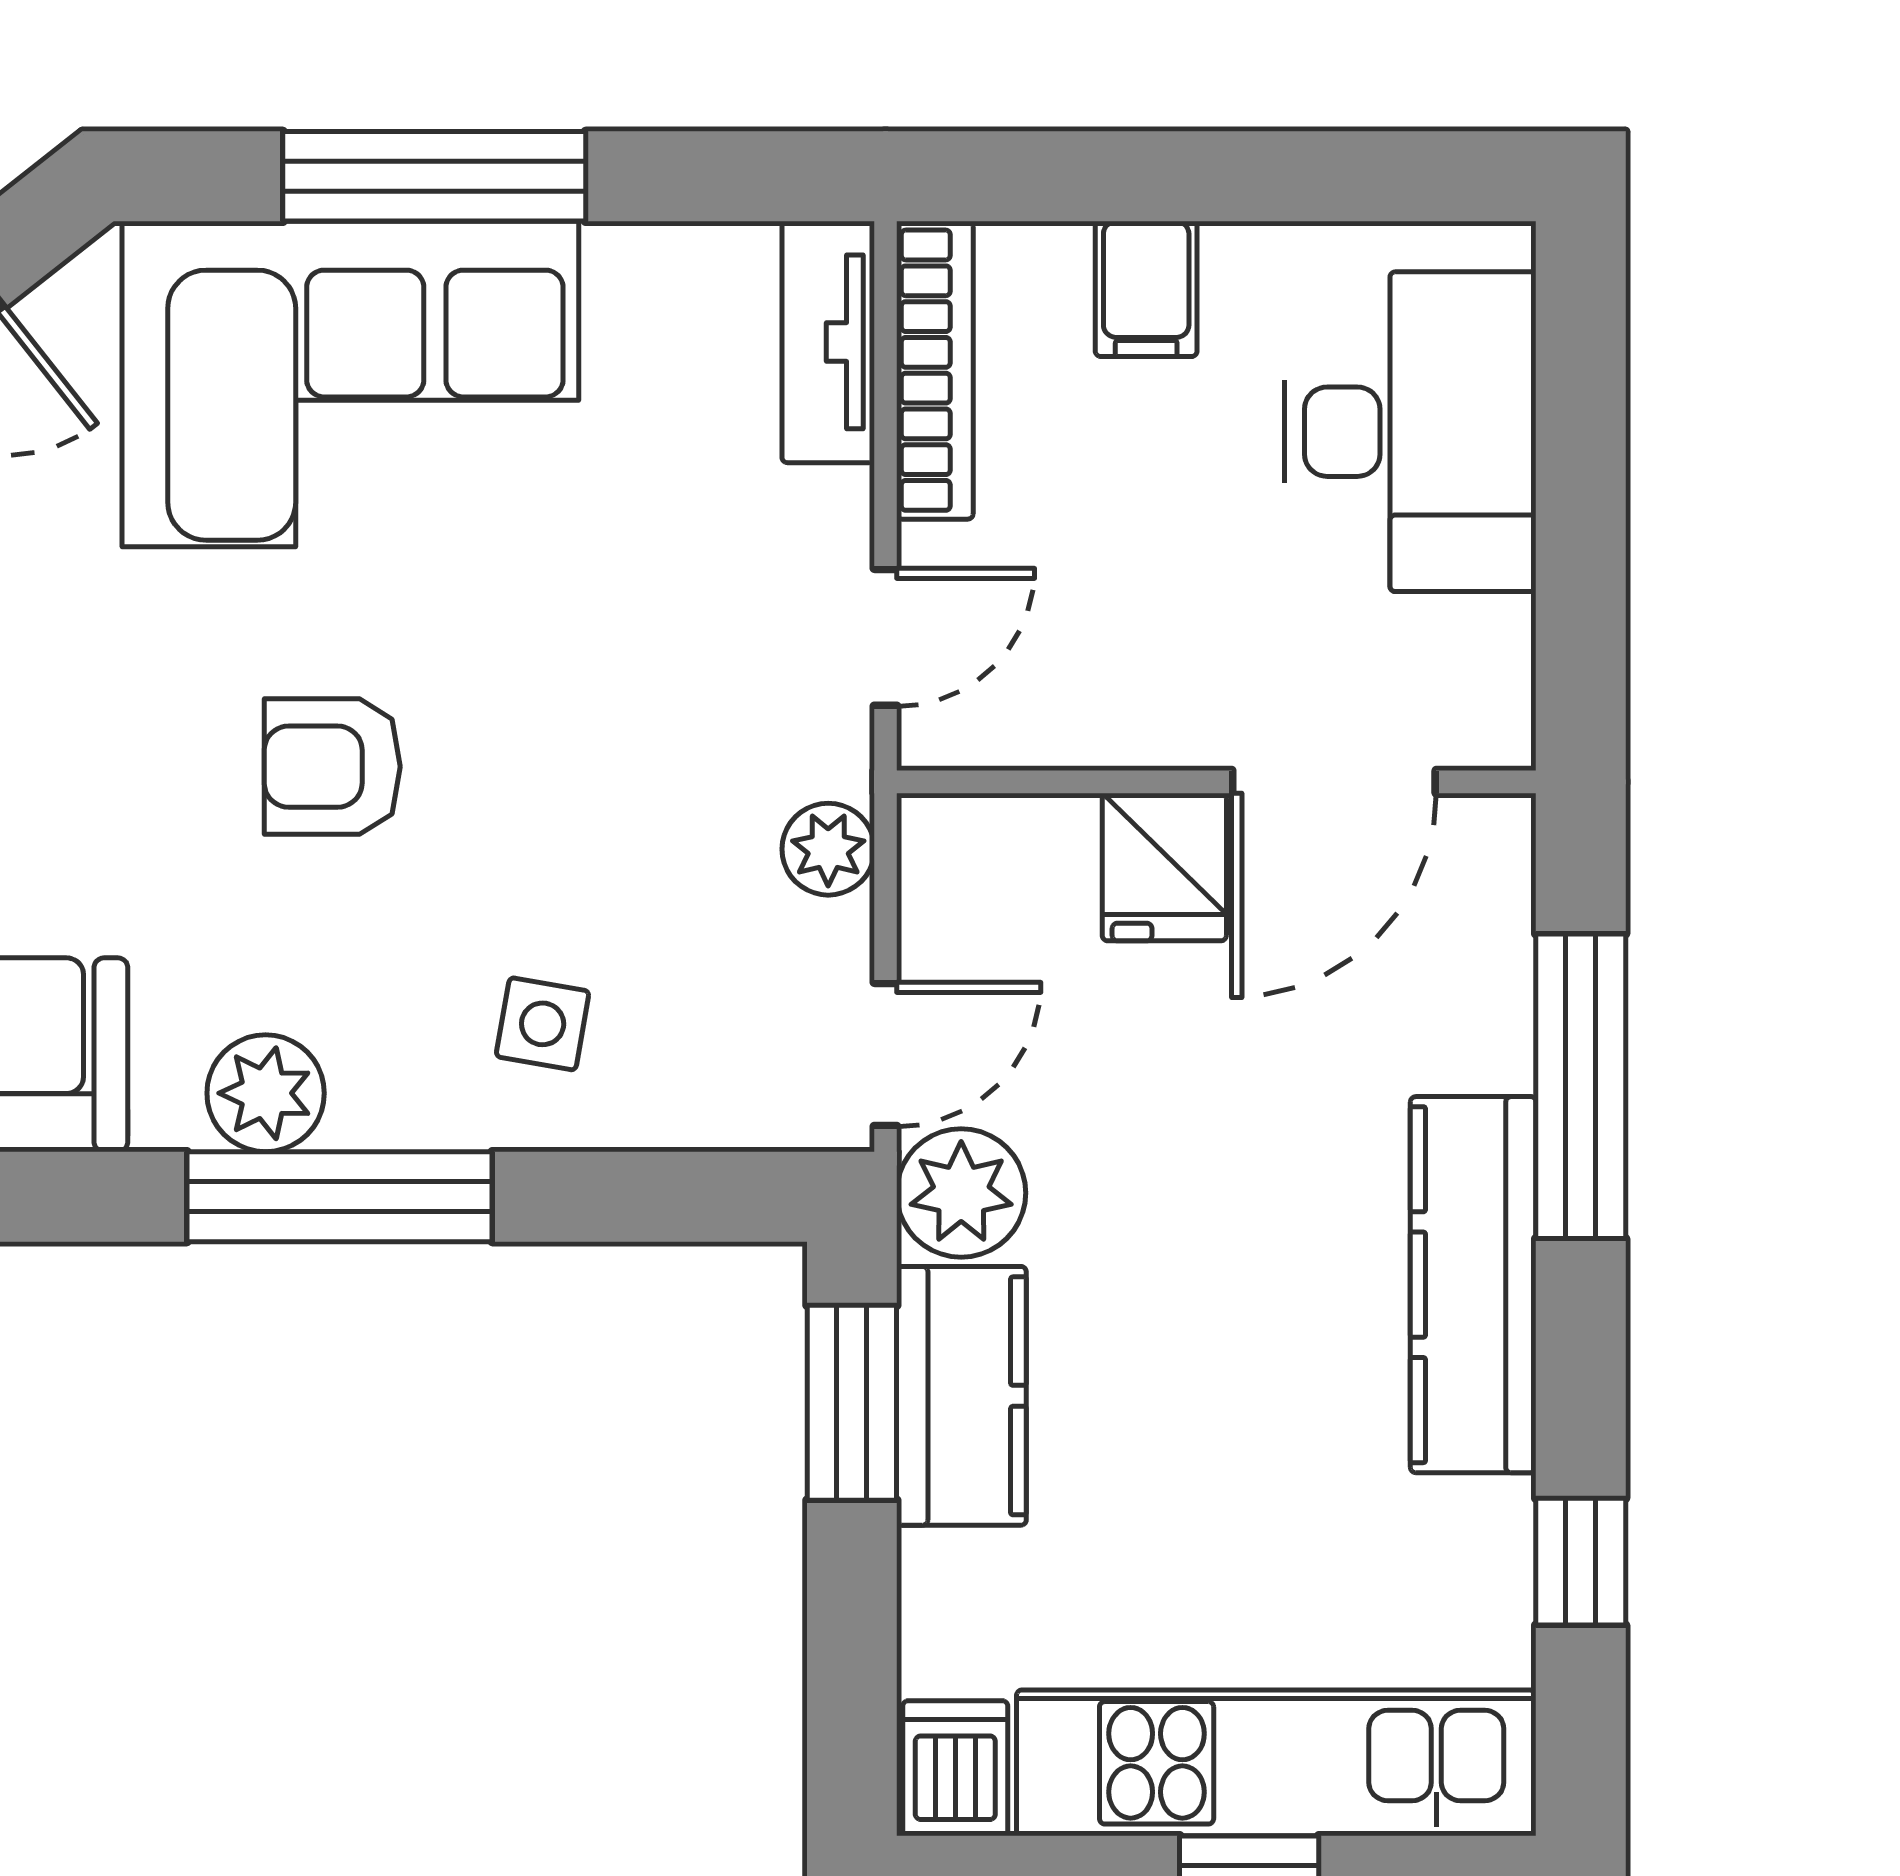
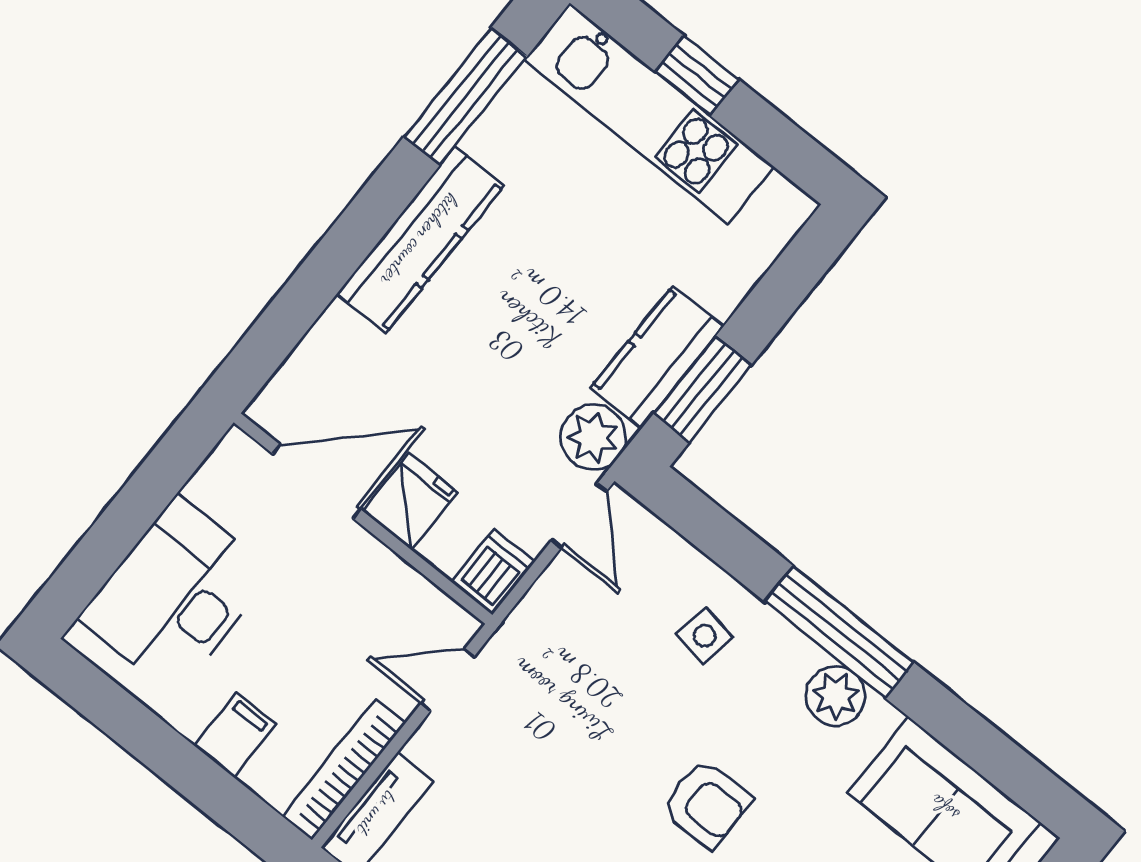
plant: (828, 849) -> (537, 615), removed
door: (886, 1054) -> (579, 516), swing flipped
window: (1581, 1086) -> (316, 284), removed
window: (1581, 1562) -> (466, 96), width x2.17
dishwasher: (955, 1768) -> (493, 572), moved, turned 180

